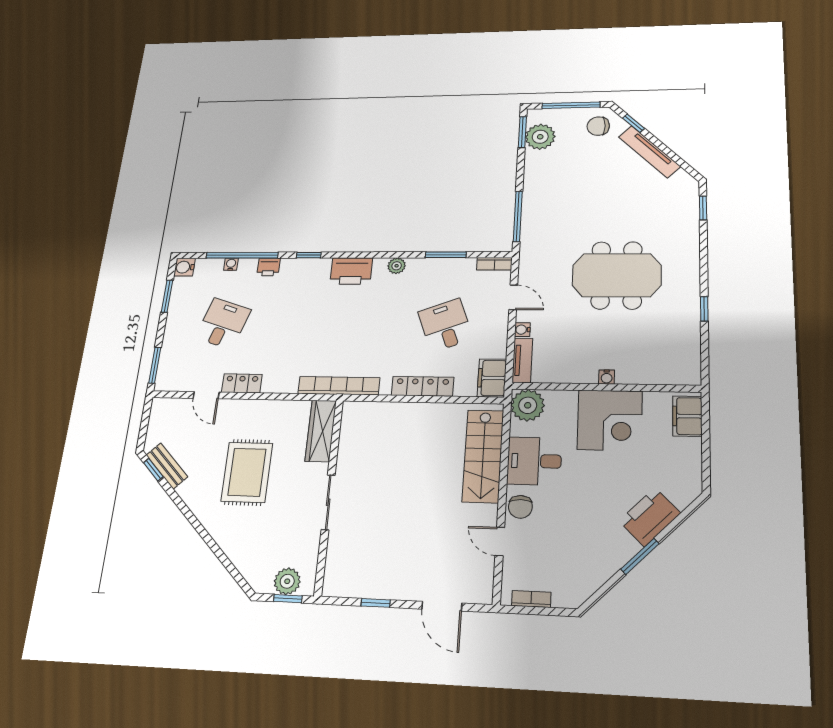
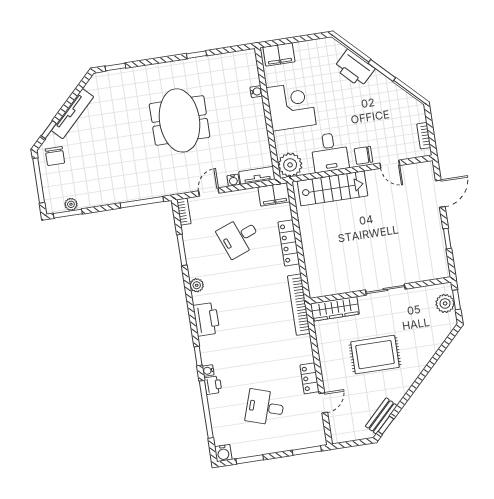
plant: (540, 137) -> (71, 204), width x0.53, depth x0.53
water cooler: (231, 264) -> (208, 371), moved
water cooler: (607, 377) -> (256, 92), moved
chair: (520, 507) -> (363, 155), turned 180
door: (500, 541) -> (390, 164), hinge flipped

